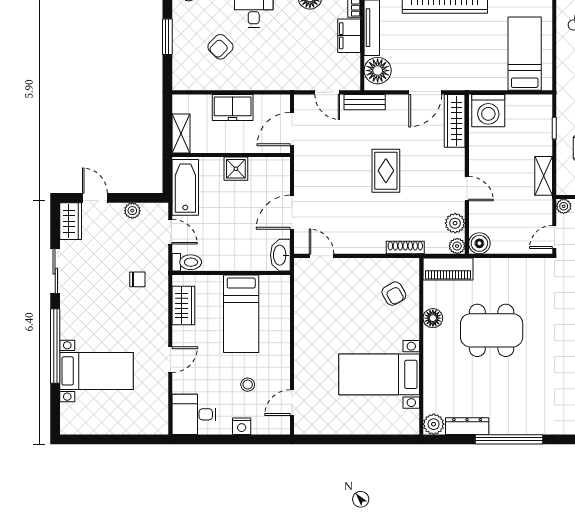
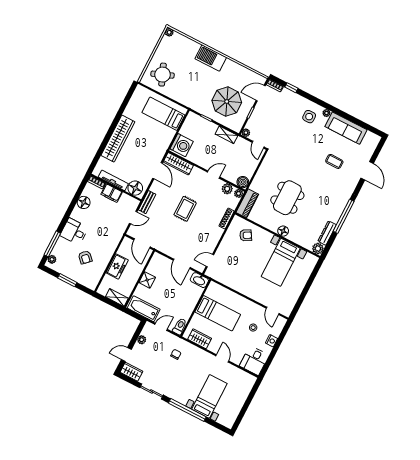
rug: (386, 171) -> (185, 209), turned 90
floor lamp: (433, 318) -> (283, 231), moved

